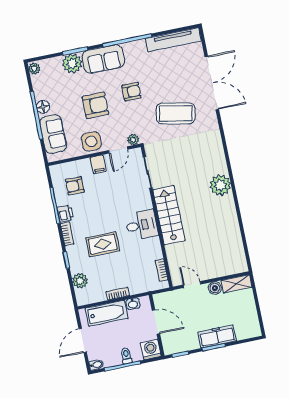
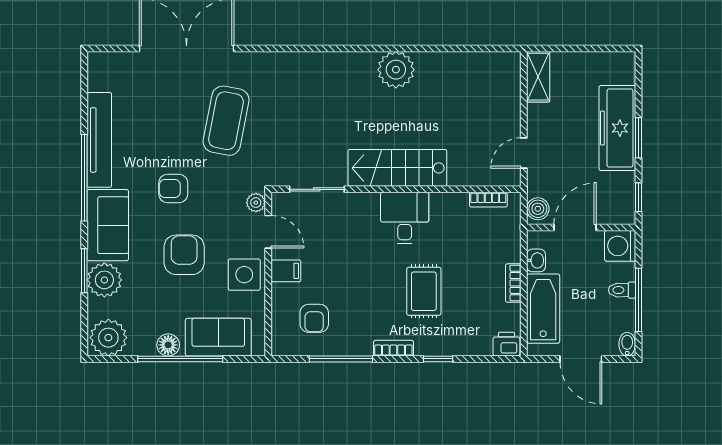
tv unit: (173, 40) -> (99, 140), moved
plant: (34, 68) -> (108, 338), width x1.88, depth x1.88
armchair: (131, 92) -> (173, 188), turned -90
plant: (220, 185) -> (396, 70), moved
printer: (65, 214) -> (507, 344), moved
plant: (80, 281) -> (478, 343), removed
boiler: (215, 288) -> (538, 209), moved
freezer: (217, 336) -> (617, 128), width x1.36, depth x1.26

